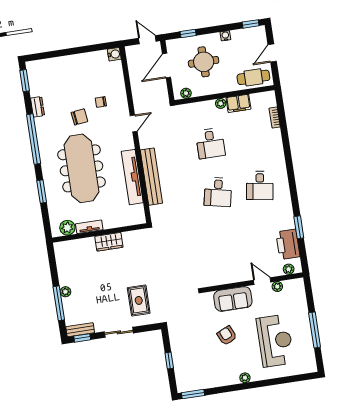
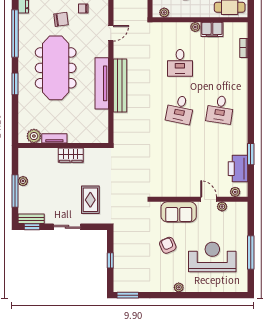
tv unit: (89, 227) -> (54, 138), moved
plant: (67, 228) -> (34, 136), moved
wall: (99, 233) -> (63, 146), moved
wardrobe: (109, 242) -> (71, 155), moved
reception desk: (275, 341) -> (212, 257), turned -90

